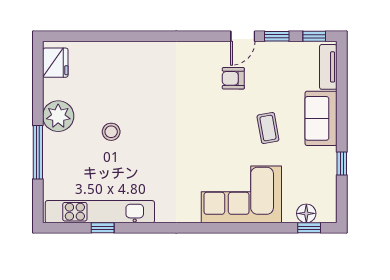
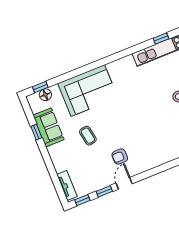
armchair: (233, 78) -> (120, 157), turned 180
sofa: (321, 118) -> (48, 127), moved

